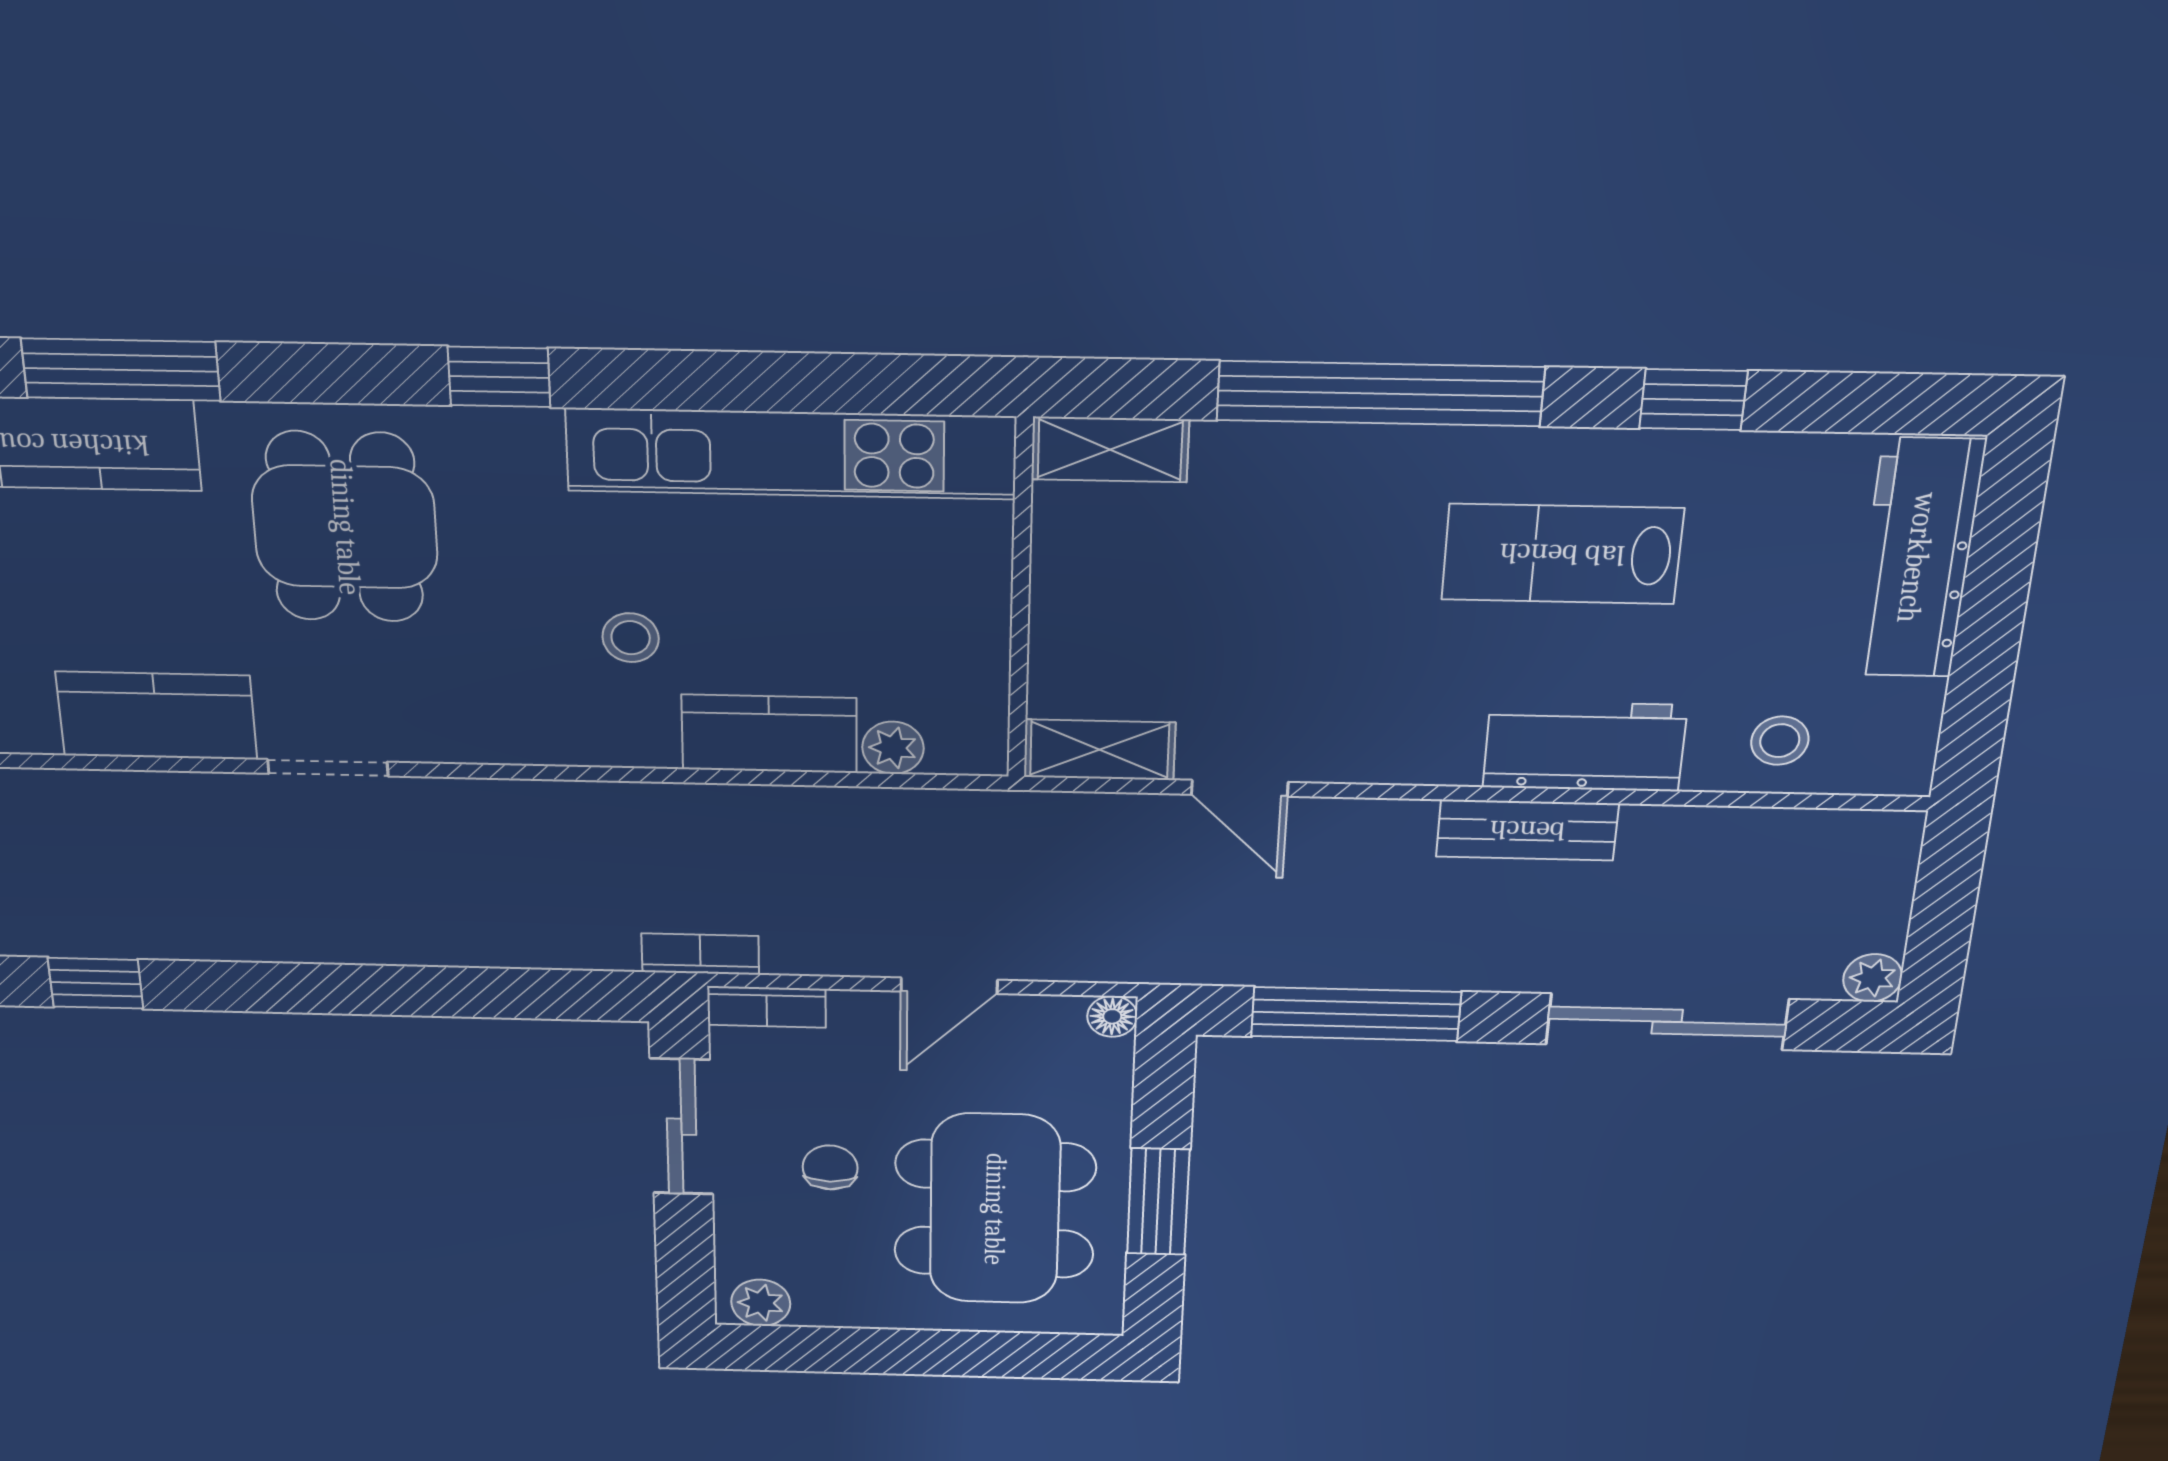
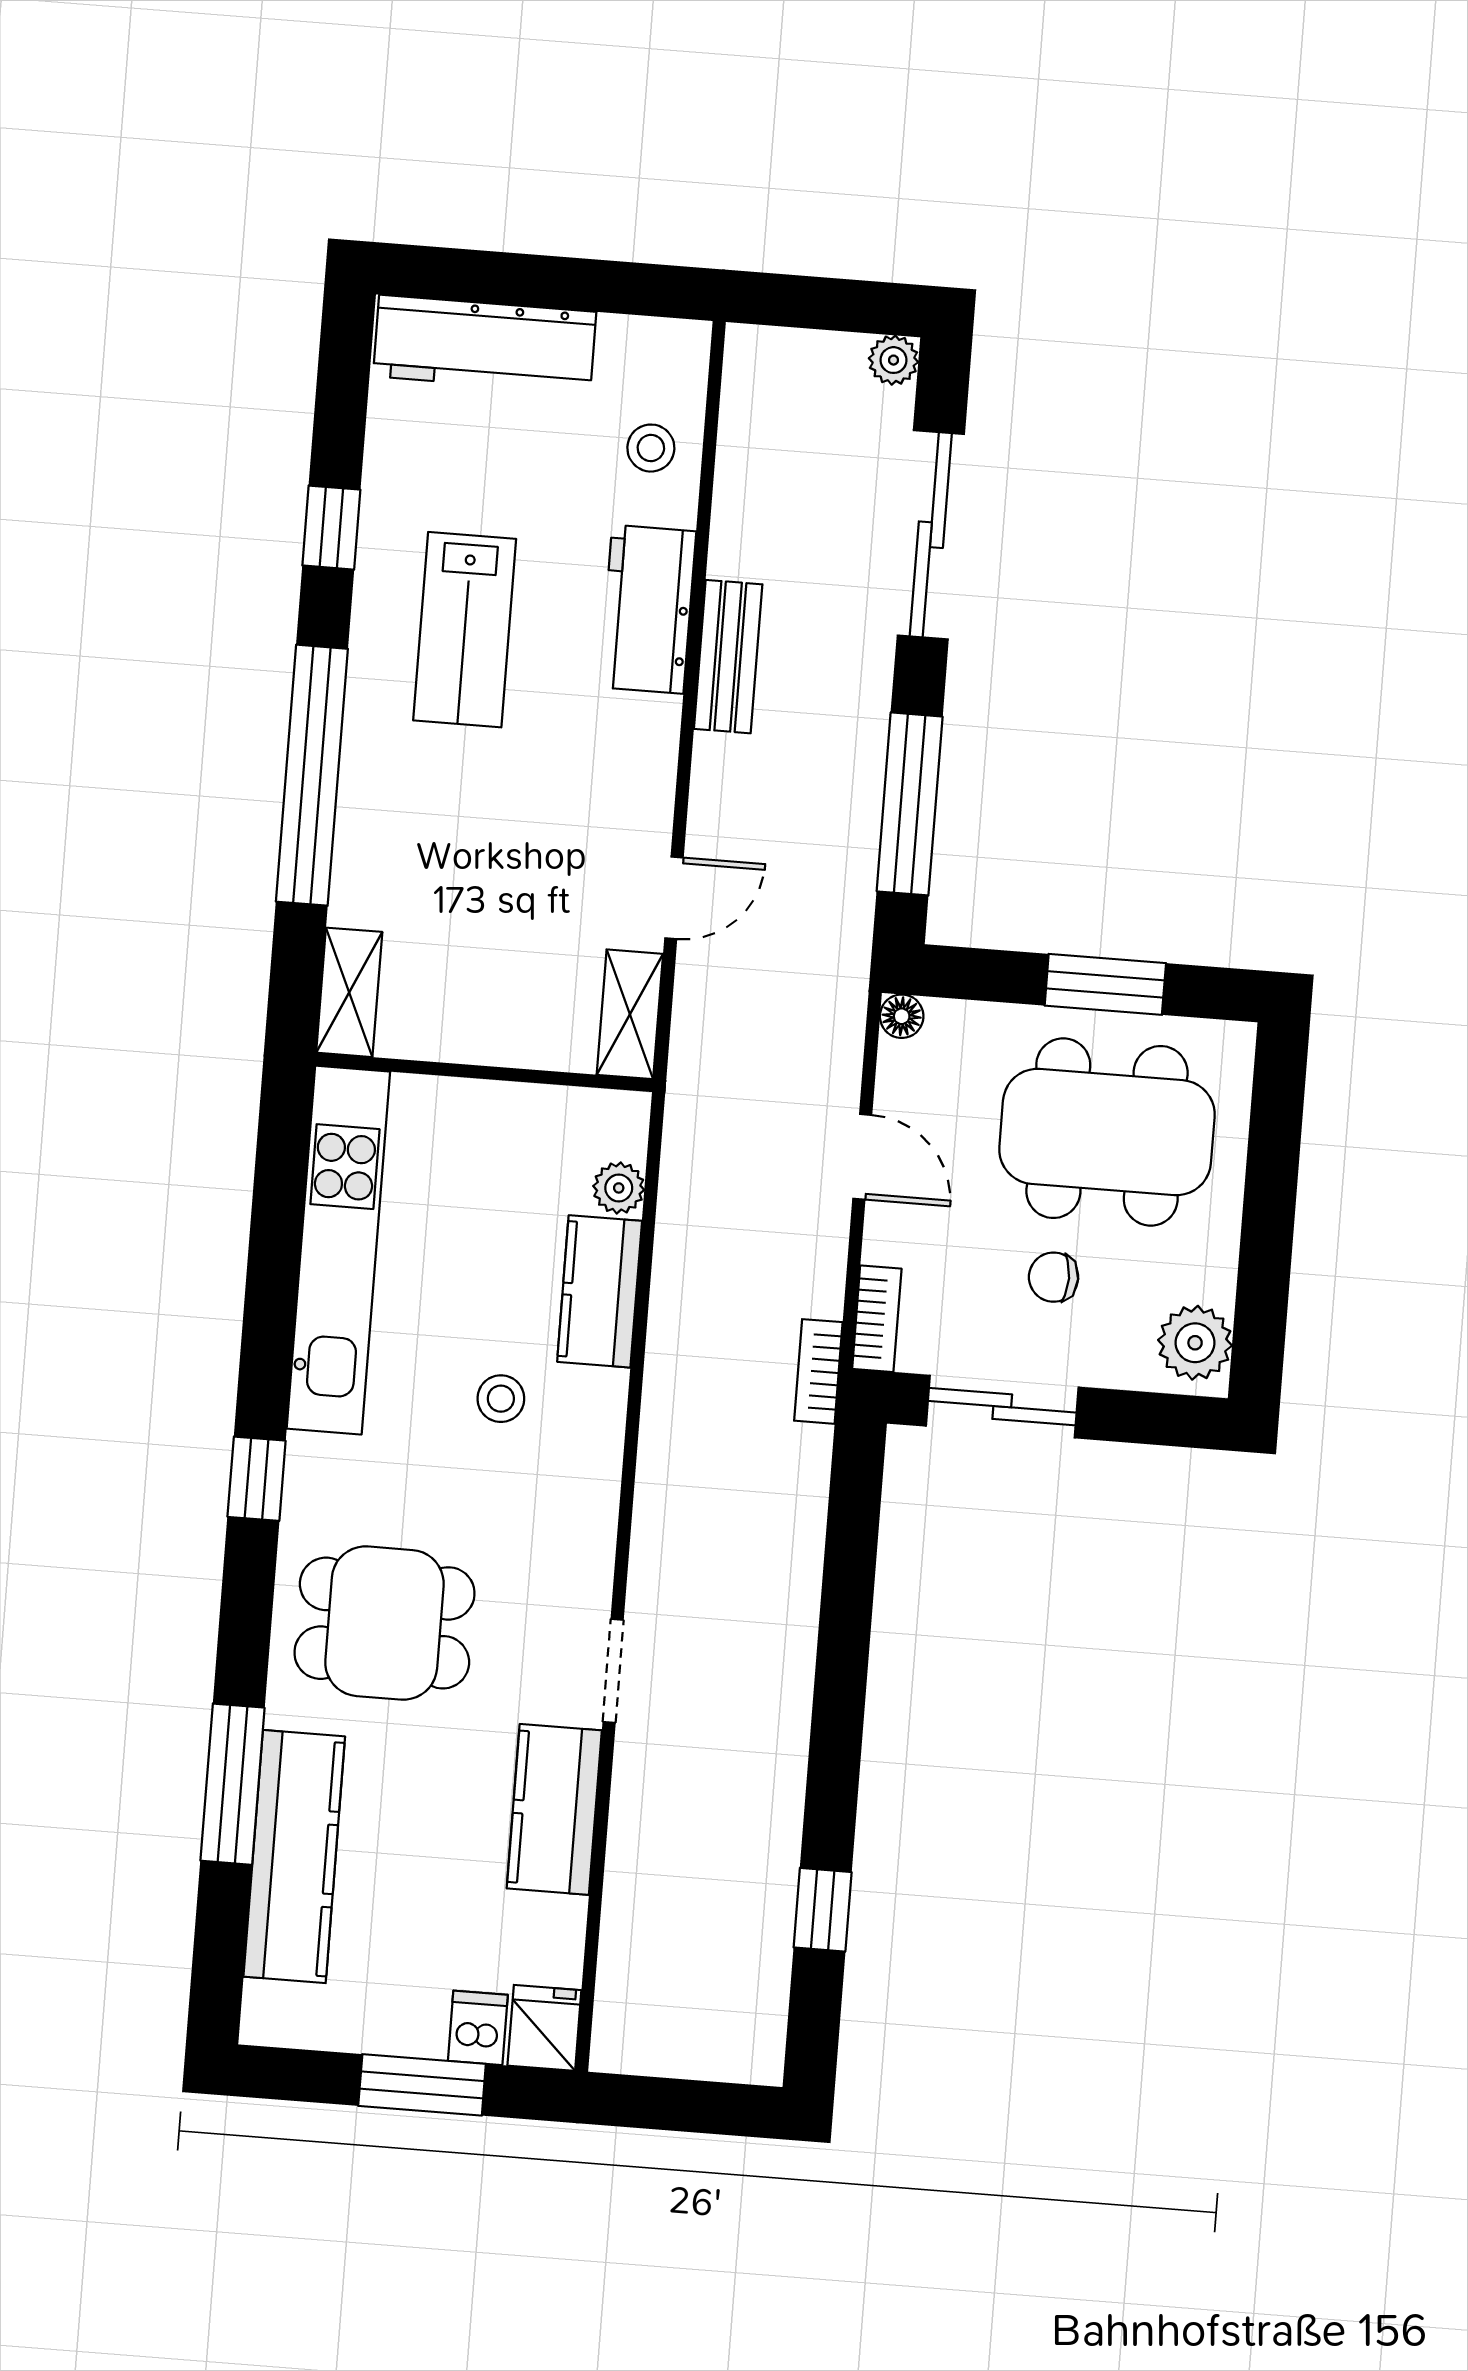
plant: (761, 1303) -> (1195, 1343), width x1.38, depth x1.38

